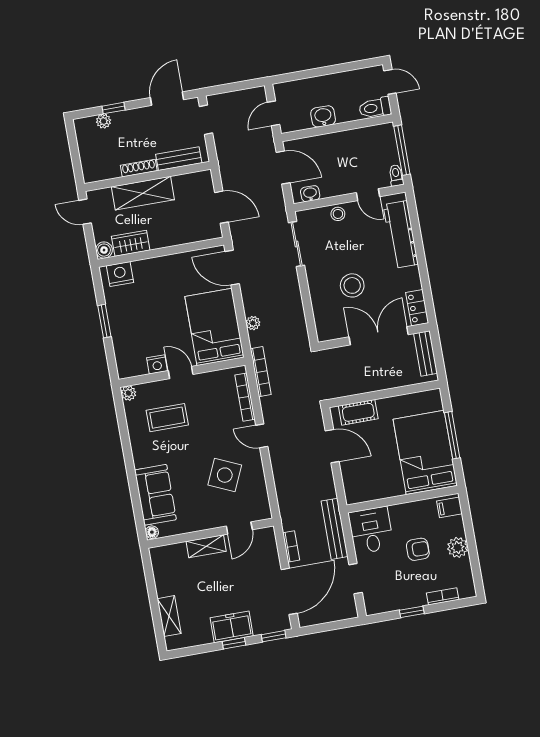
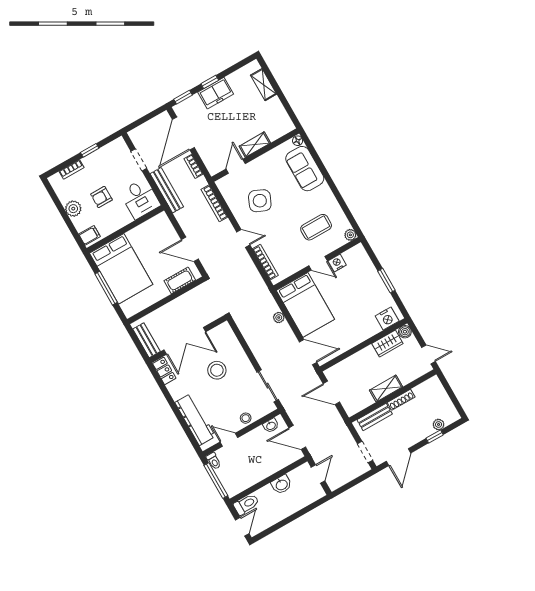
door: (390, 82) -> (242, 527), swing flipped
shelving: (143, 193) -> (386, 388), width x0.67, depth x0.75
bookcase: (261, 372) -> (214, 203), moved

